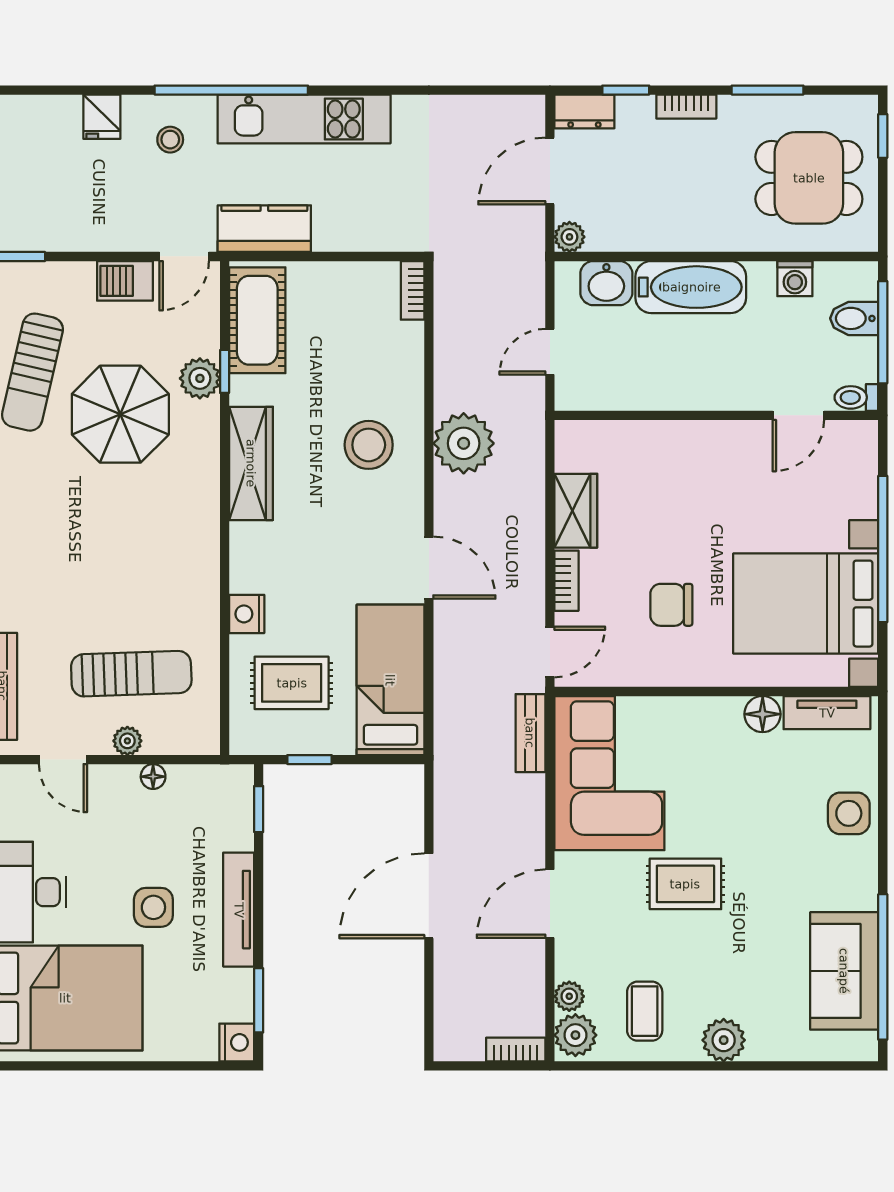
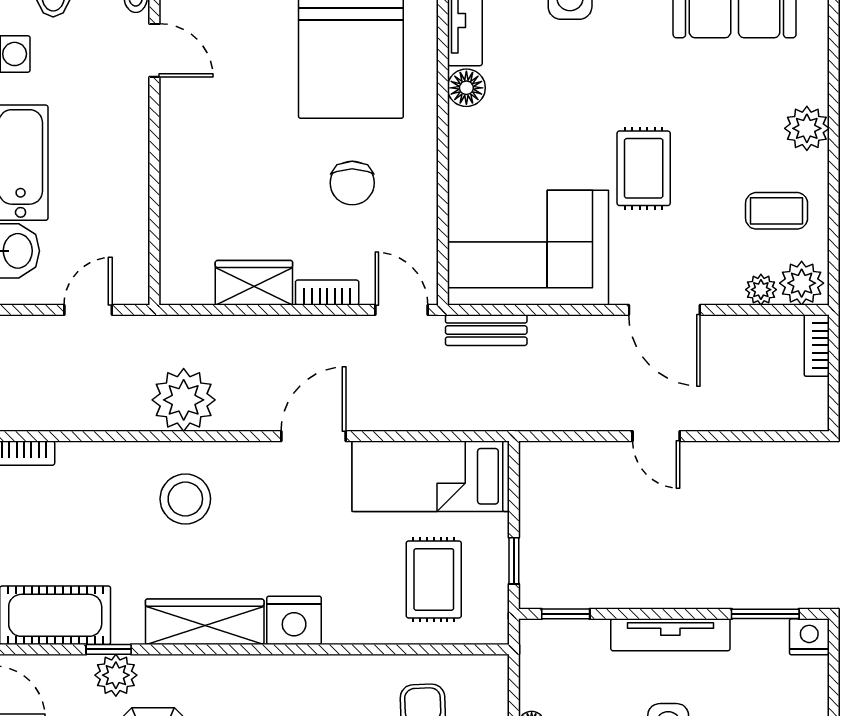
door: (550, 352) -> (88, 310), swing flipped
nightstand: (247, 614) -> (294, 620), moved, width x1.36, depth x1.33
door: (429, 896) -> (656, 436), width x0.53

